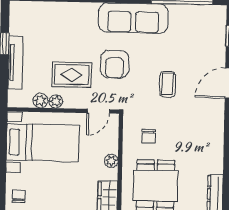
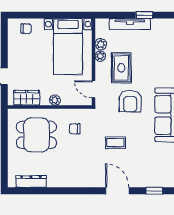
armchair: (115, 64) -> (130, 101), turned -90

